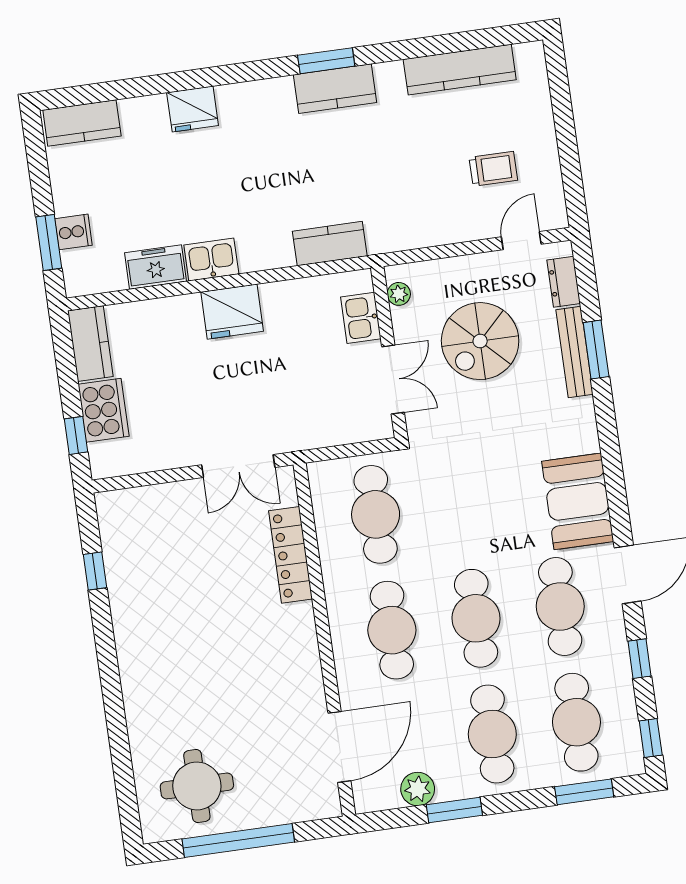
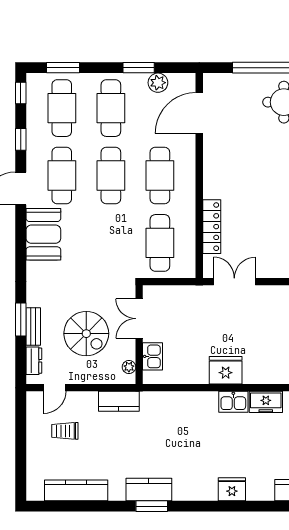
kitchen counter: (330, 244) -> (119, 401), moved
spiral stairs: (480, 341) -> (86, 334), turned 90
bench: (575, 352) -> (33, 327), width x0.73

